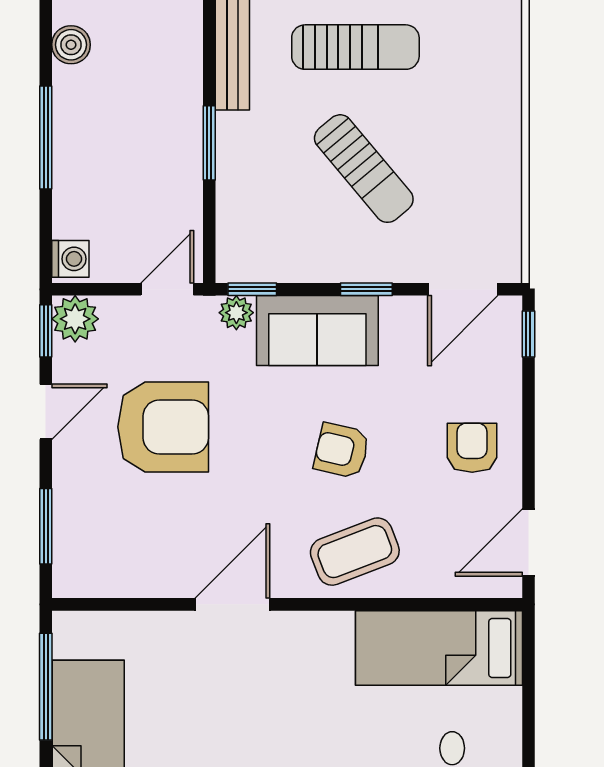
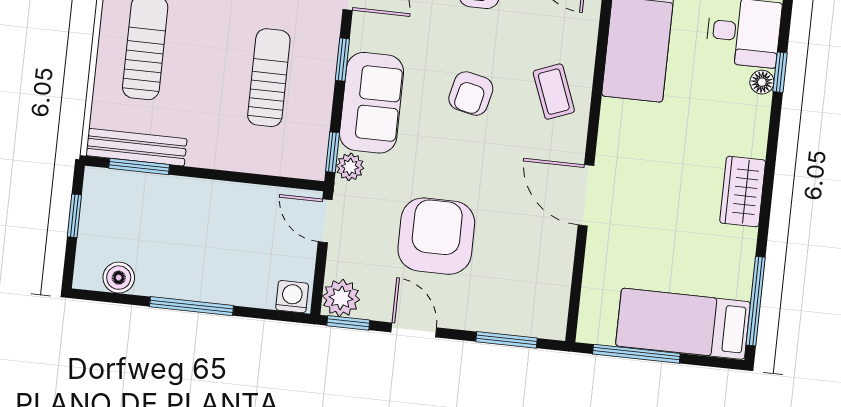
window: (209, 143) -> (139, 166), moved
sun lounger: (364, 169) -> (269, 78), moved, turned -50
coffee table: (355, 552) -> (554, 92), width x0.73, depth x0.77

